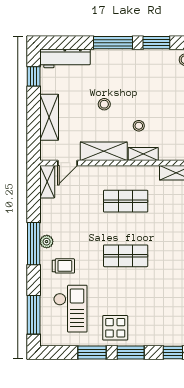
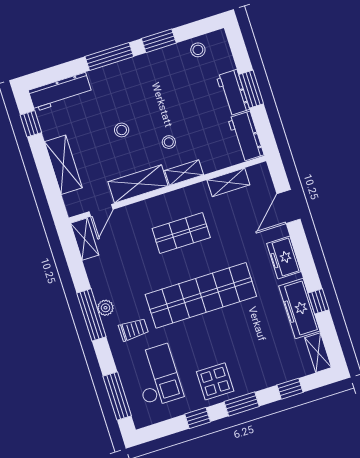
shop shelf: (126, 256) -> (201, 295), width x2.00, depth x1.36
window: (92, 353) -> (198, 418), width x0.67

